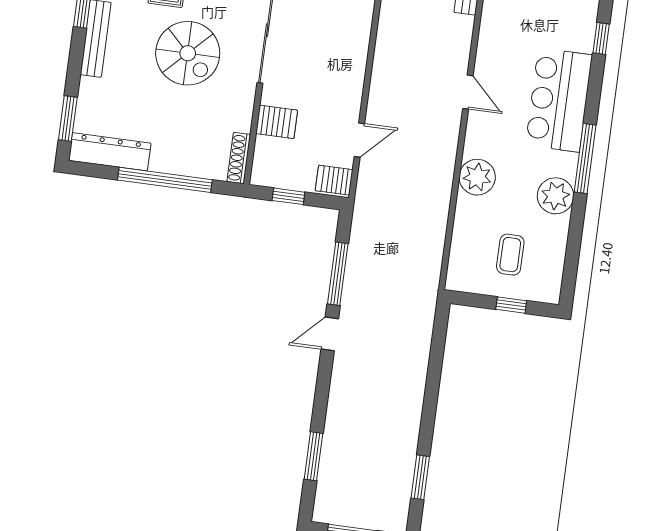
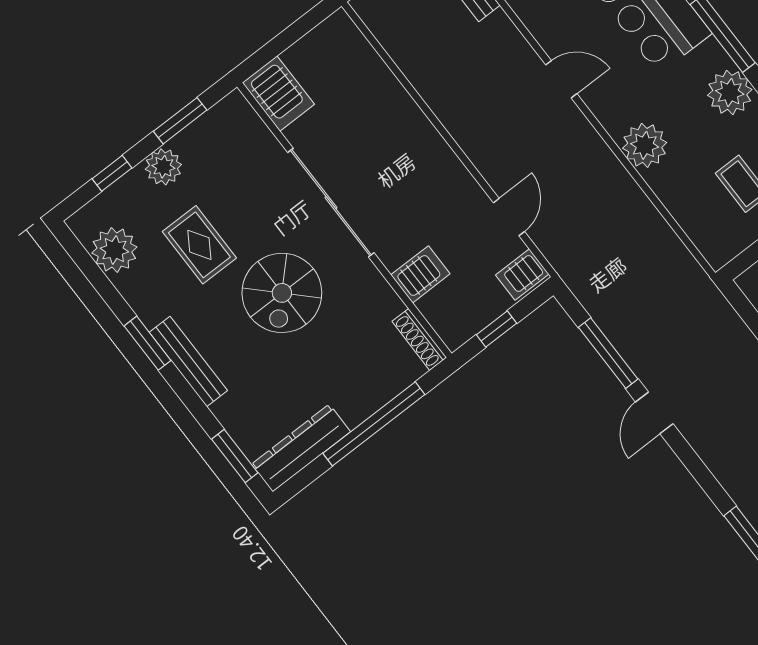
spiral stairs: (188, 53) -> (282, 293), turned 90

